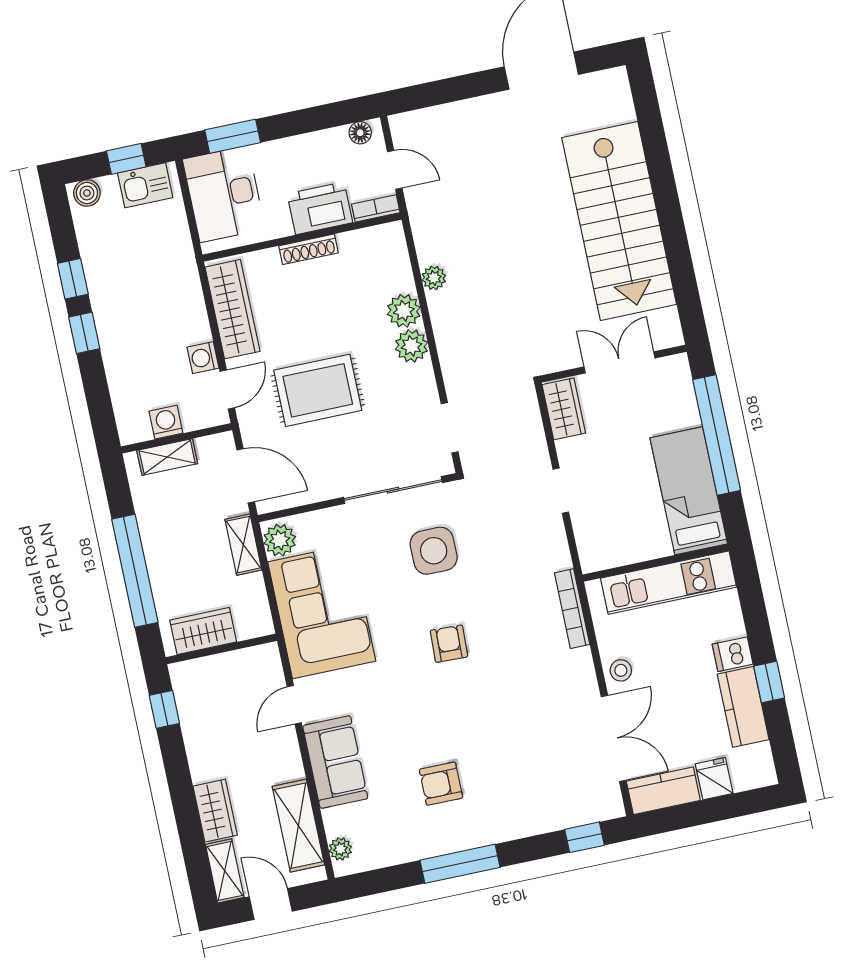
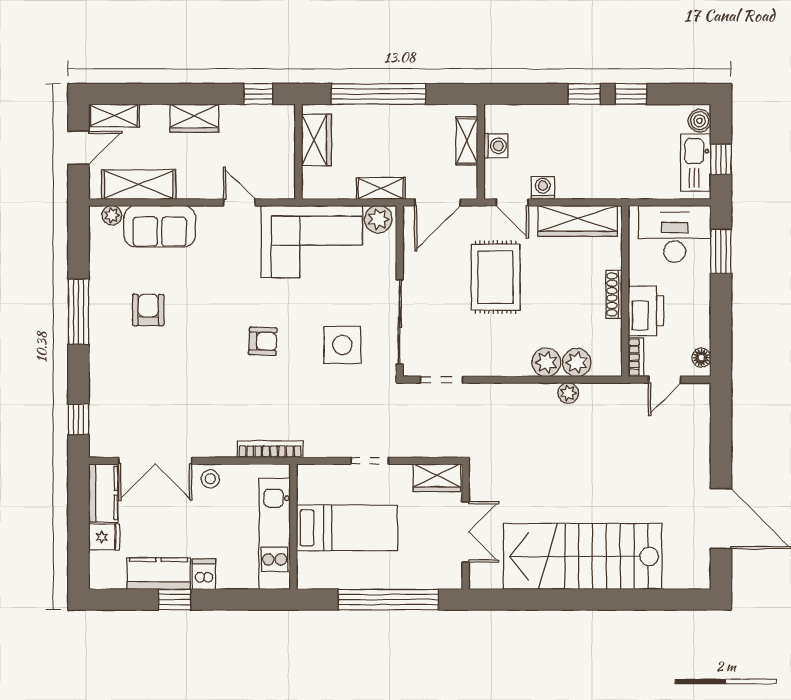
kitchen sink: (145, 185) -> (696, 163), width x1.38
plant: (411, 346) -> (577, 363), moved
bed: (689, 491) -> (347, 528), moved
sofa: (335, 762) -> (160, 226), moved
wardrobe: (215, 811) -> (194, 118), moved

